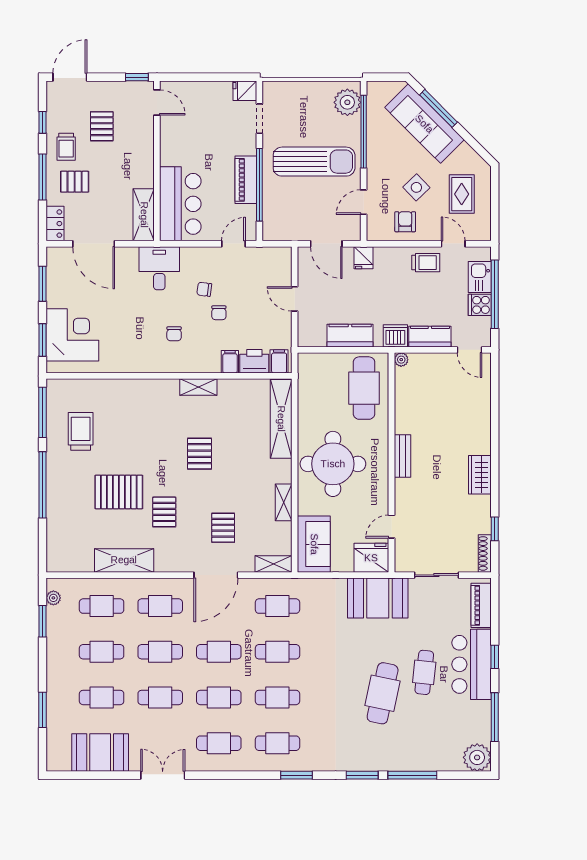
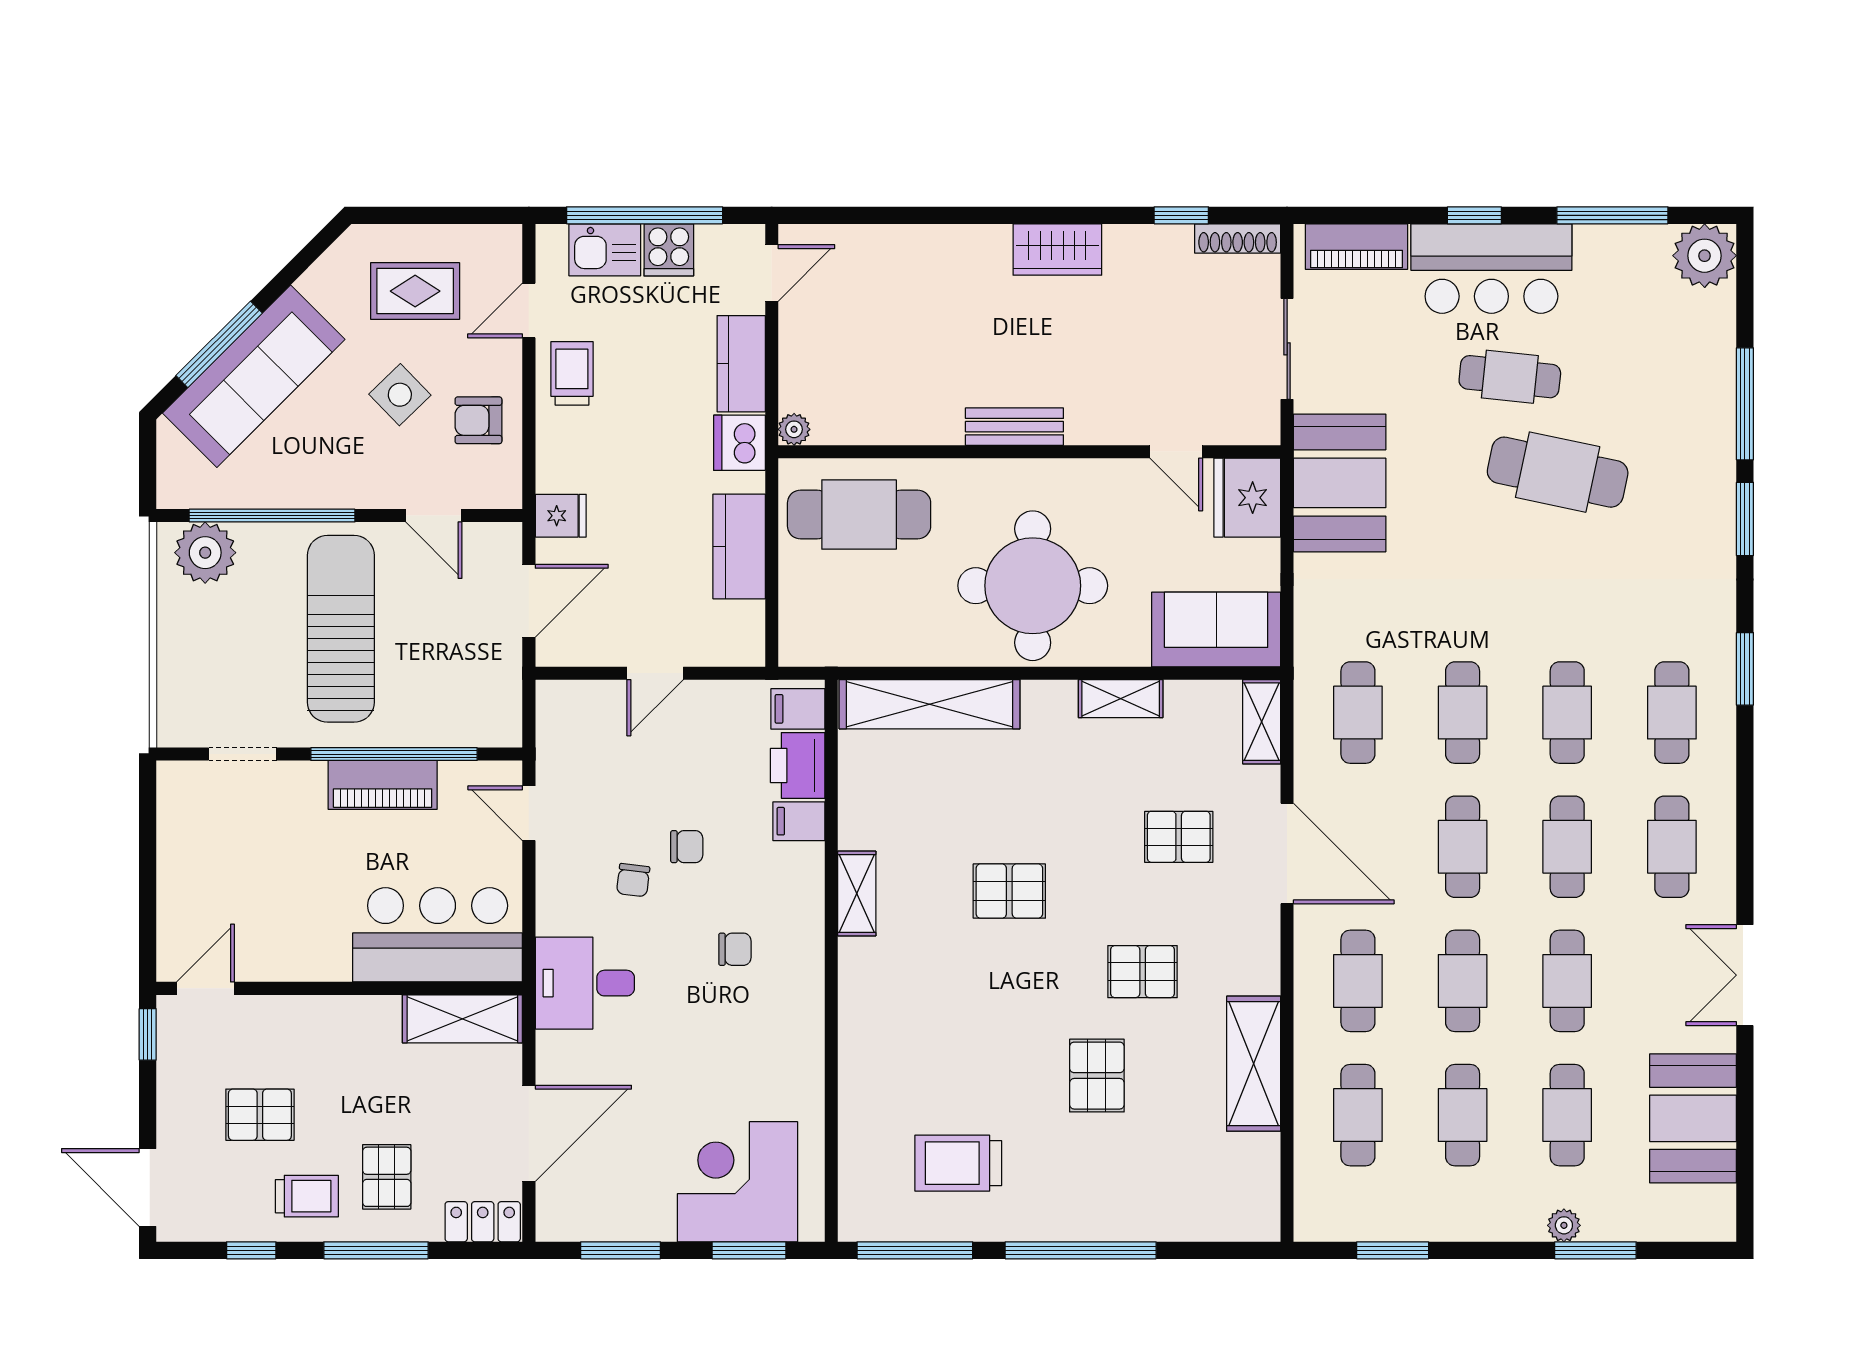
fridge: (245, 91) -> (179, 787), removed
pallet: (119, 492) -> (1097, 1076), width x0.67, depth x0.71
plant: (53, 598) -> (1564, 1225), moved

